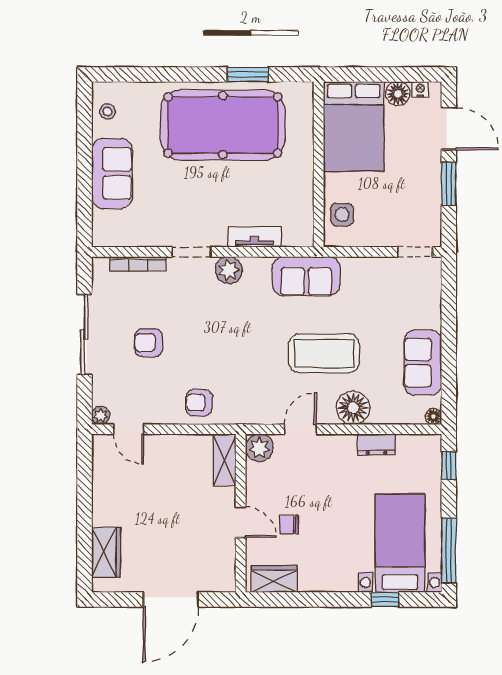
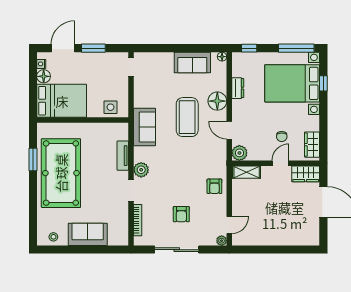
bed with nightstands: (400, 543) -> (292, 83), width x1.36
wardrobe: (106, 552) -> (306, 174), moved, turned 180

